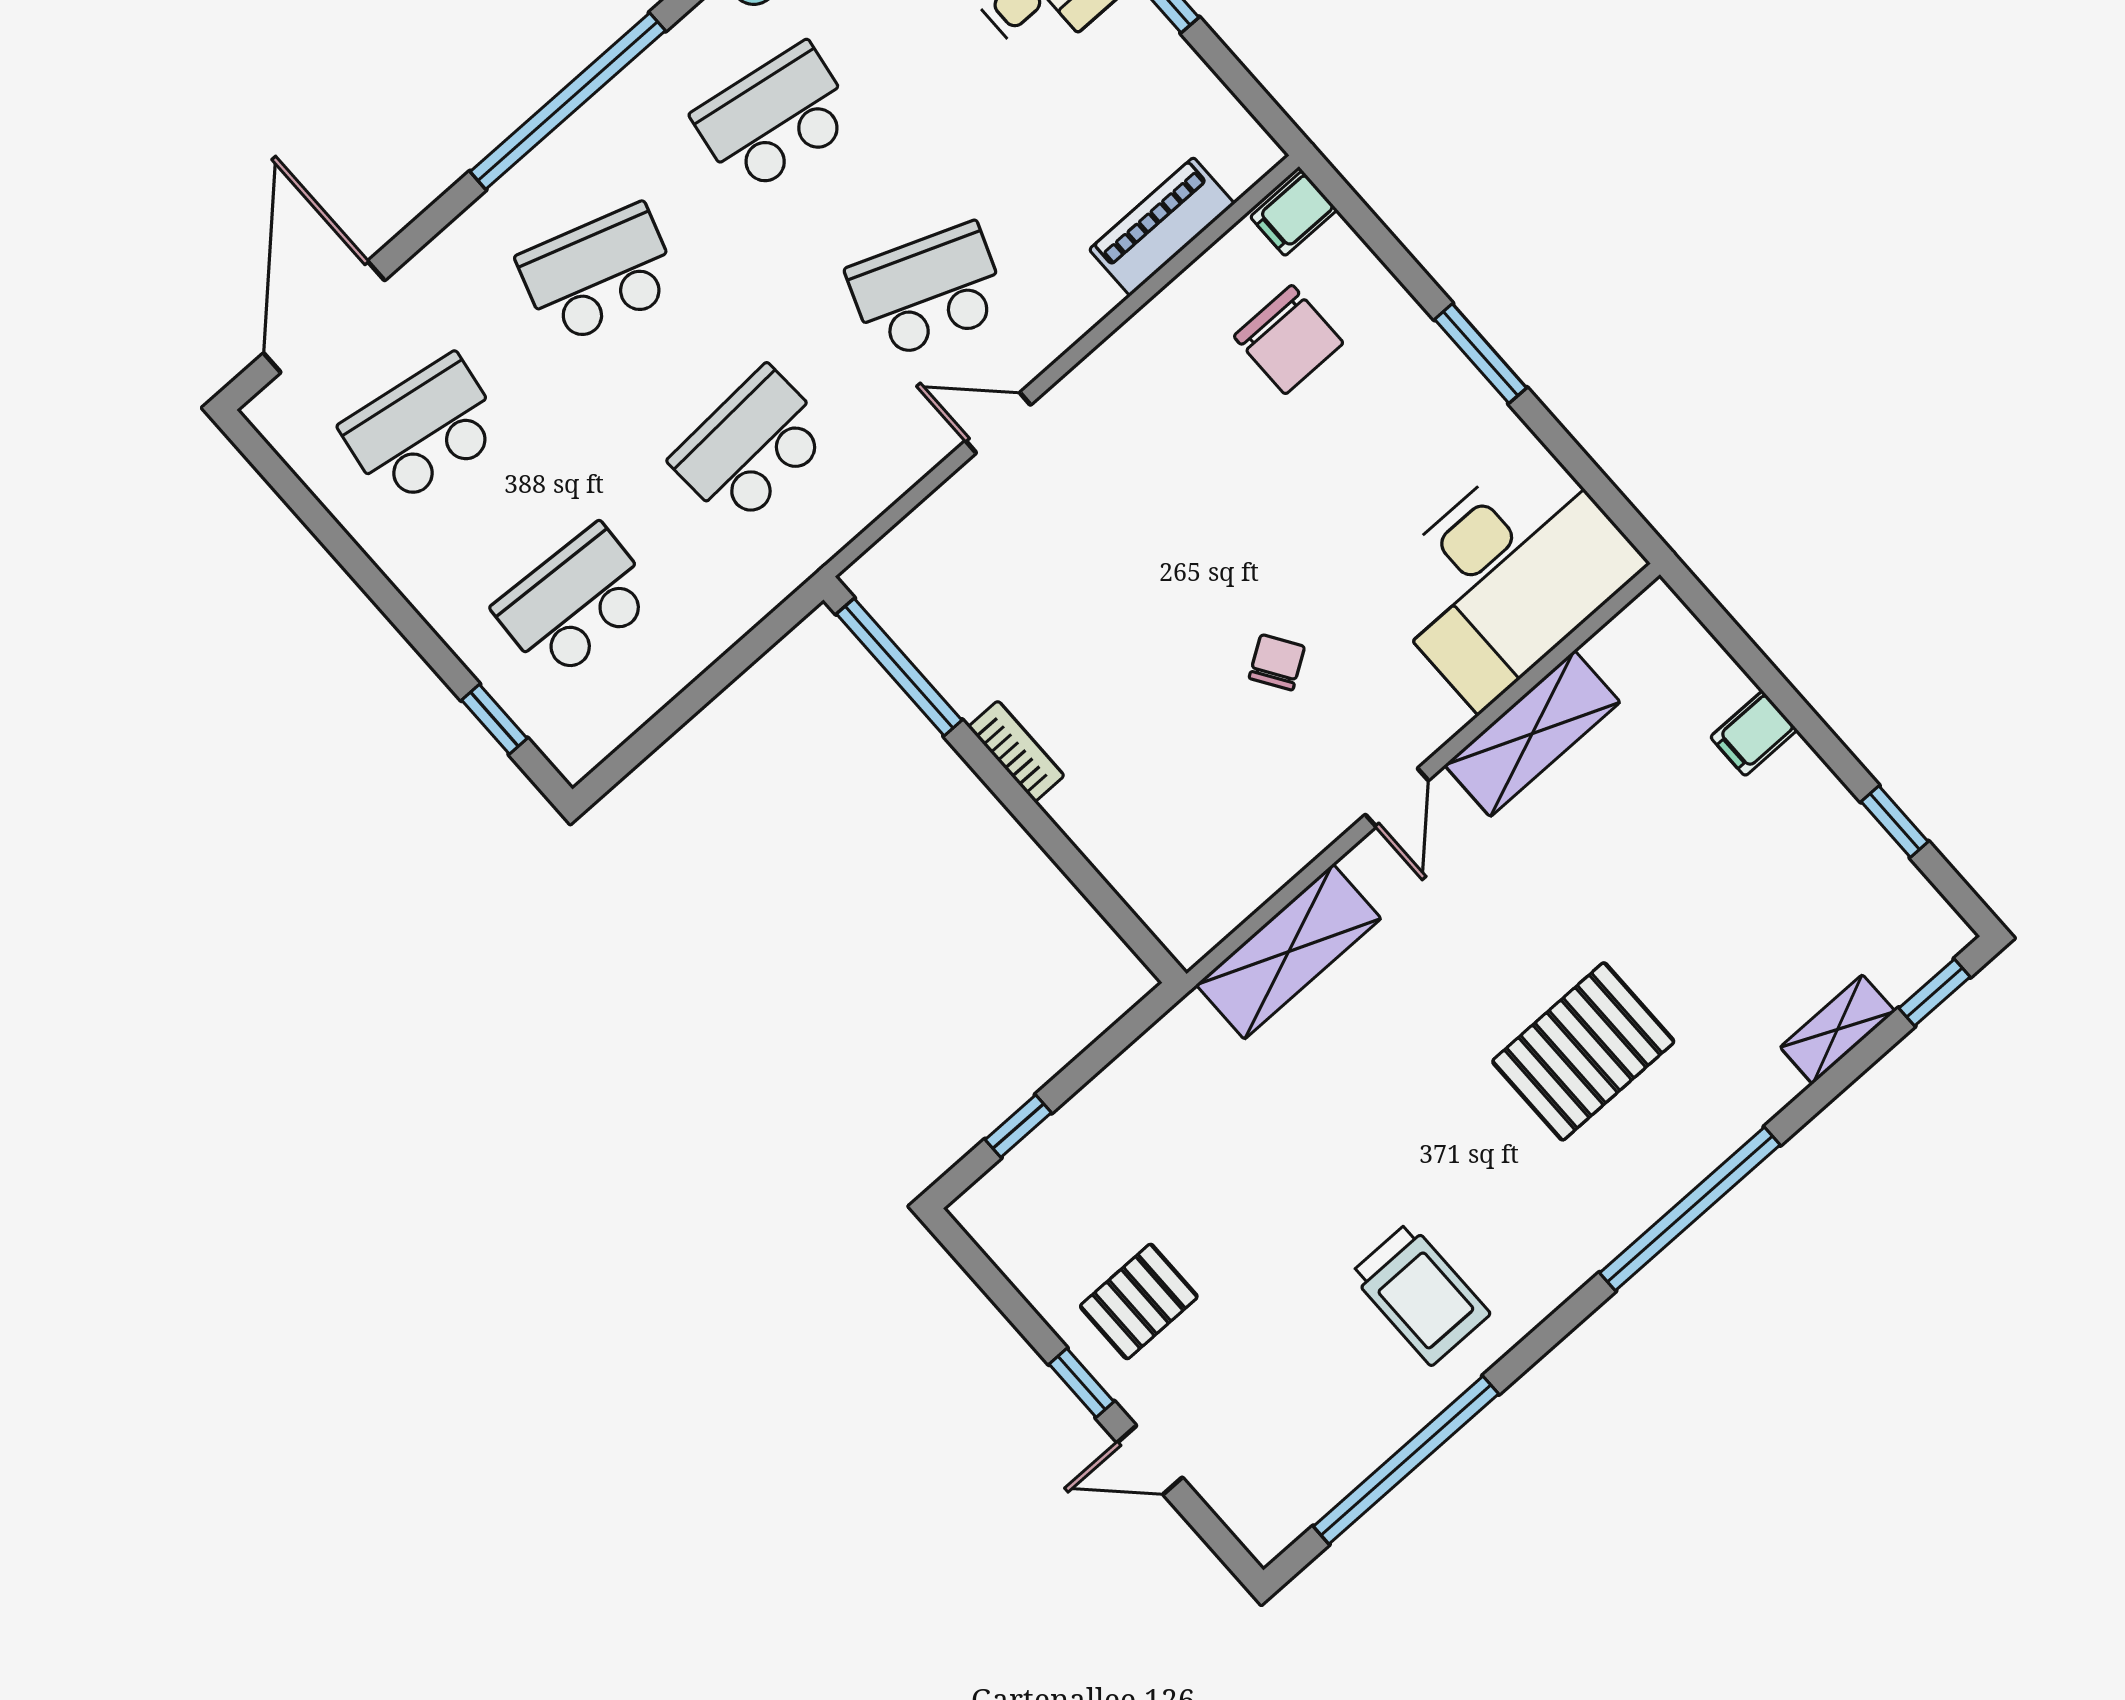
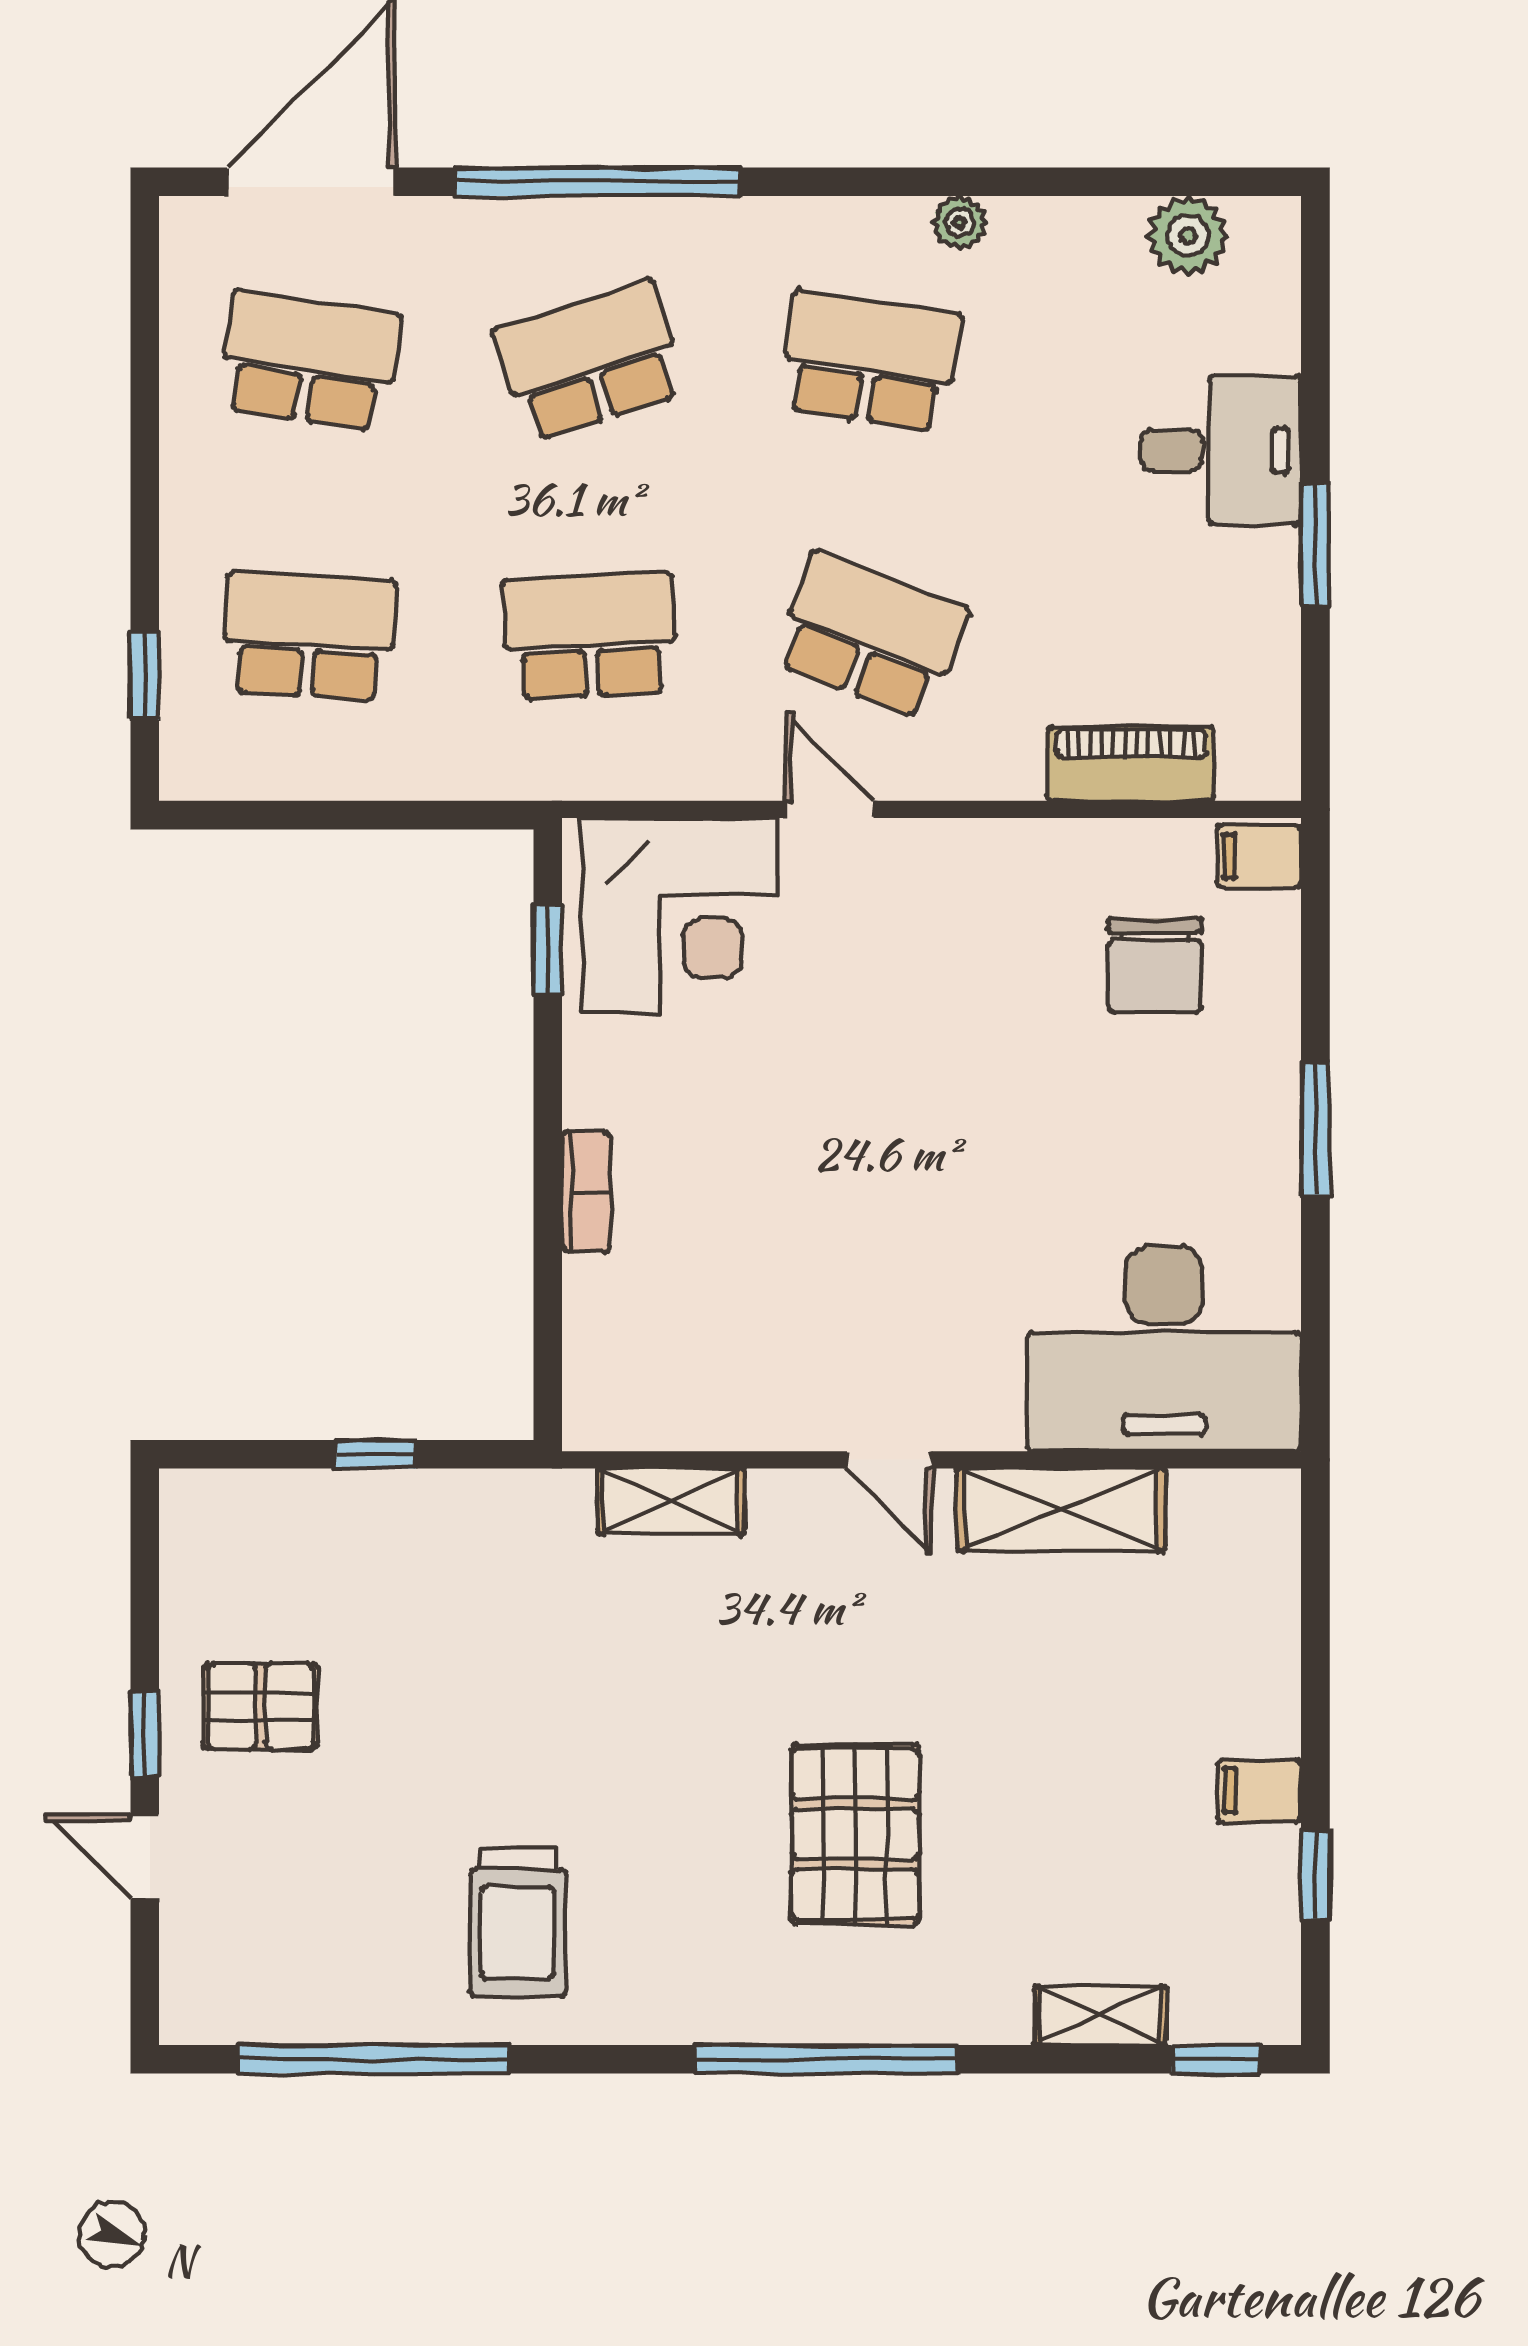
window: (568, 101) -> (597, 182), moved
school desk: (599, 274) -> (590, 361), turned -36
corner desk: (963, 572) -> (679, 915), added
chair: (1277, 662) -> (889, 1244), removed
window: (899, 667) -> (548, 950), width x0.46
filing cabinet: (1754, 733) -> (1259, 1791), moved
bookcase: (1016, 751) -> (586, 1191), moved
door: (1397, 797) -> (889, 1460), hinge flipped
shelving: (1289, 952) -> (671, 1501), width x0.67, depth x0.75
pallet: (1583, 1051) -> (855, 1834), turned 90
window: (1018, 1126) -> (376, 1454), moved

